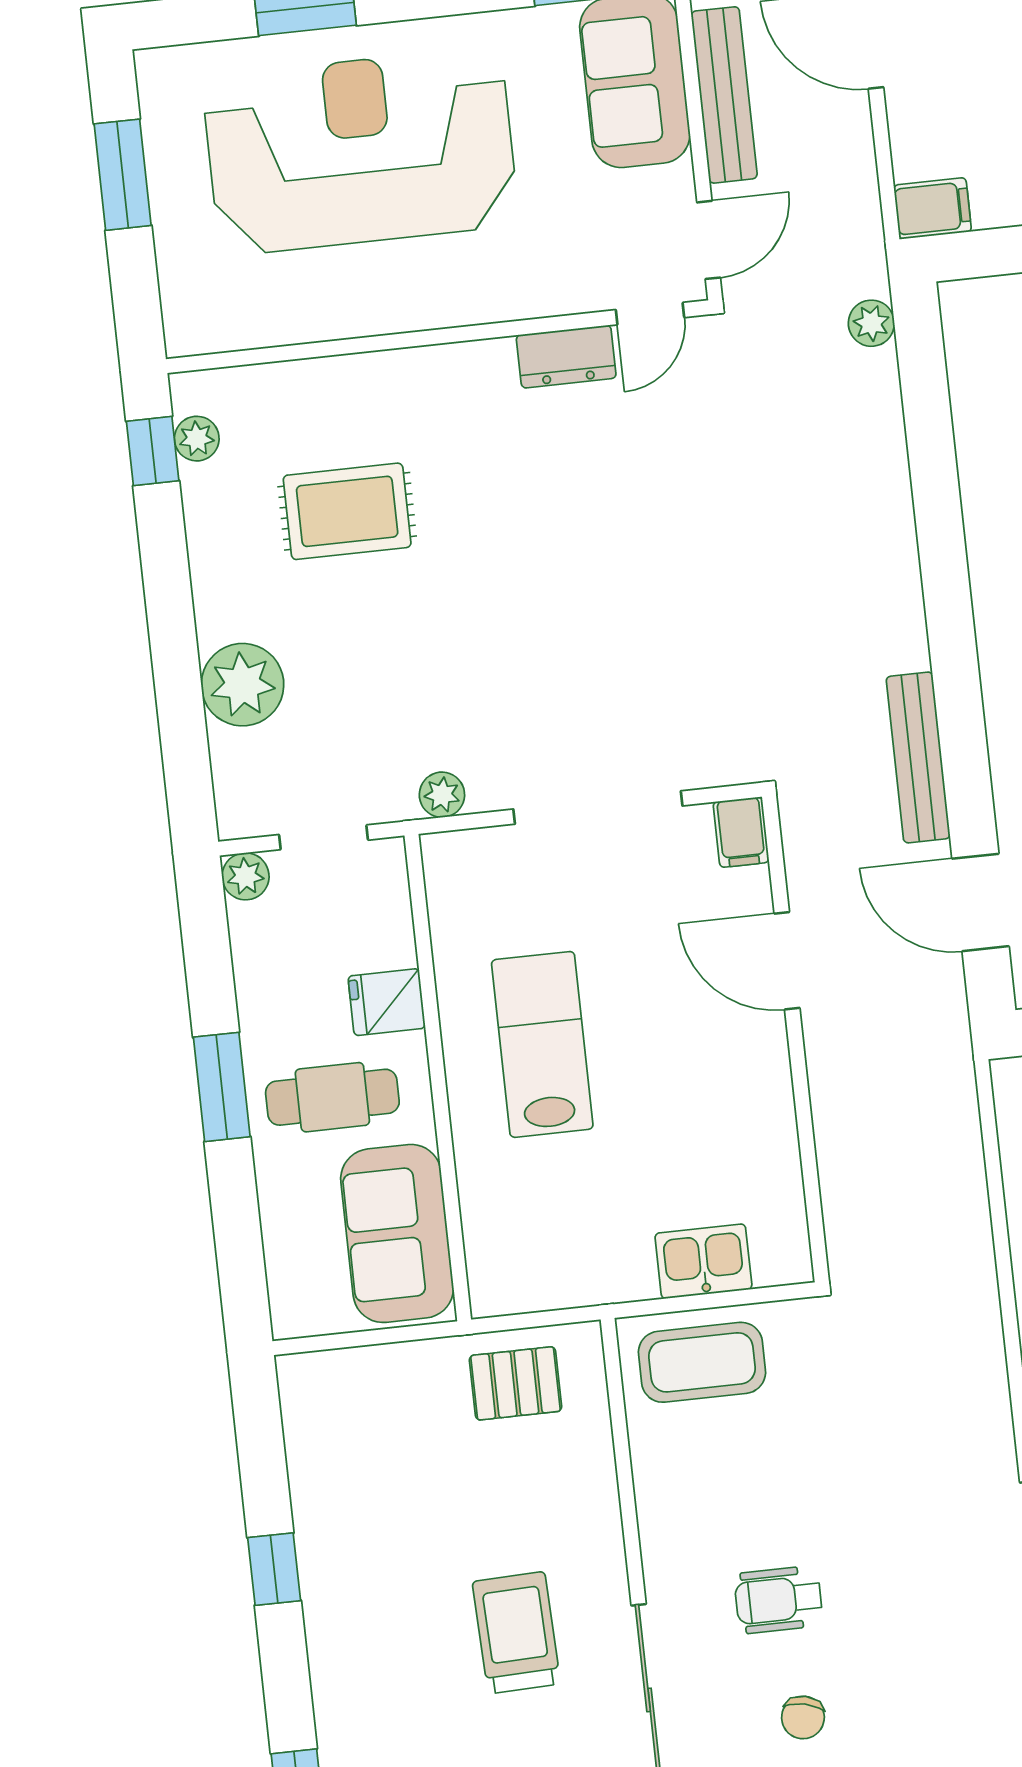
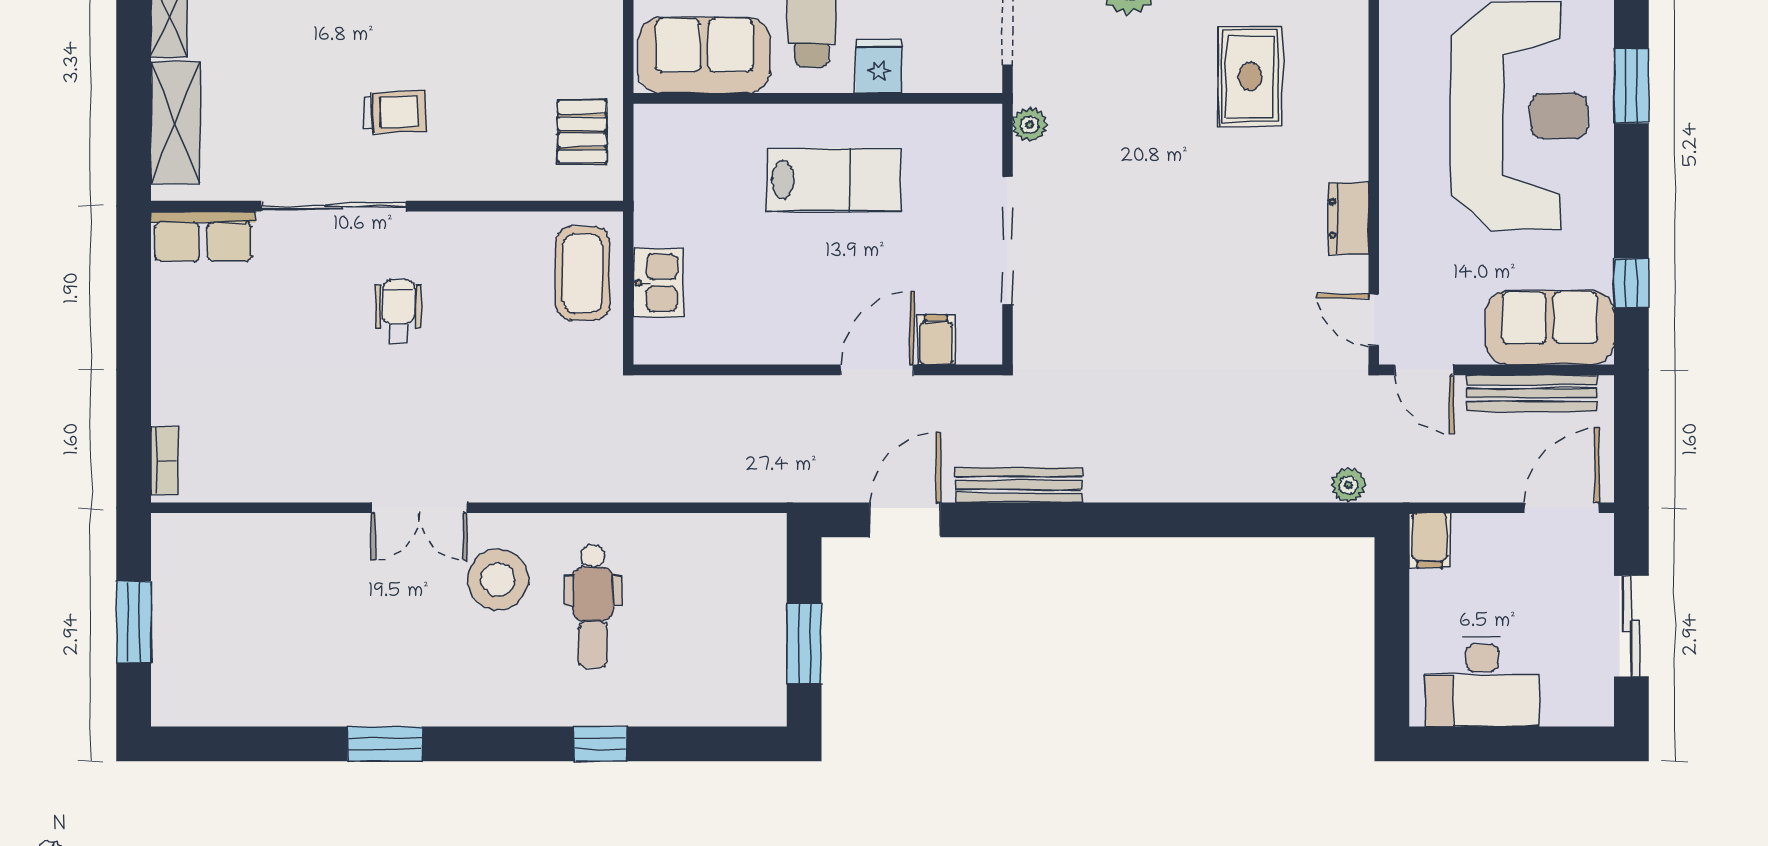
dresser: (566, 357) -> (1348, 218), moved
filing cabinet: (741, 832) -> (936, 340), moved, turned 90
trolley: (516, 1633) -> (395, 112), width x0.73, depth x0.72
chair: (803, 1717) -> (308, 320), removed

